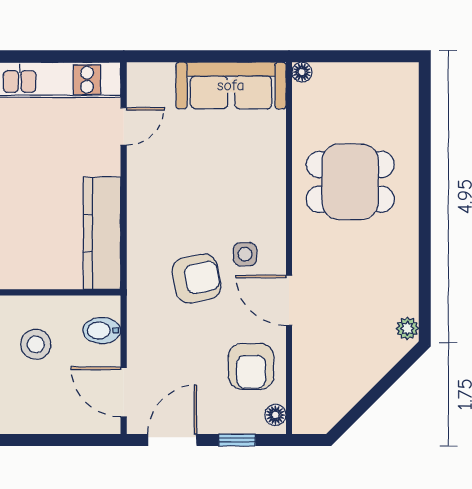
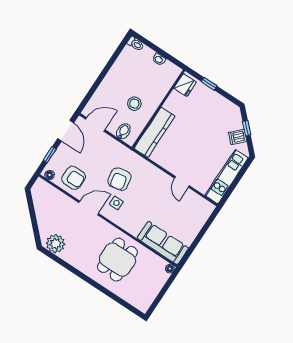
sofa: (231, 85) -> (163, 243), moved, turned 90
door: (124, 126) -> (182, 182), moved
kitchen counter: (102, 233) -> (155, 132), moved, turned 90
plant: (407, 328) -> (55, 244), width x1.88, depth x1.88
armchair: (251, 366) -> (74, 178), turned 180

